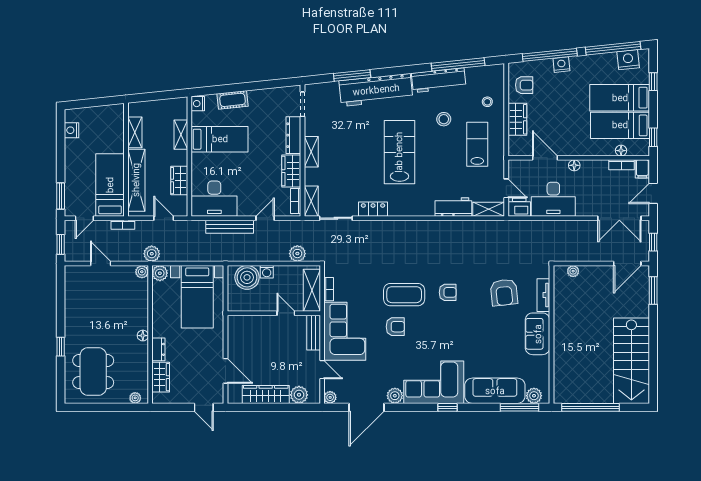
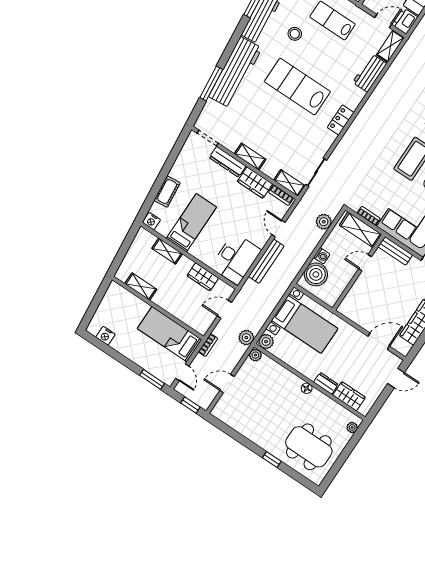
shelving: (136, 180) -> (180, 311), removed
locker: (373, 209) -> (341, 120), moved

